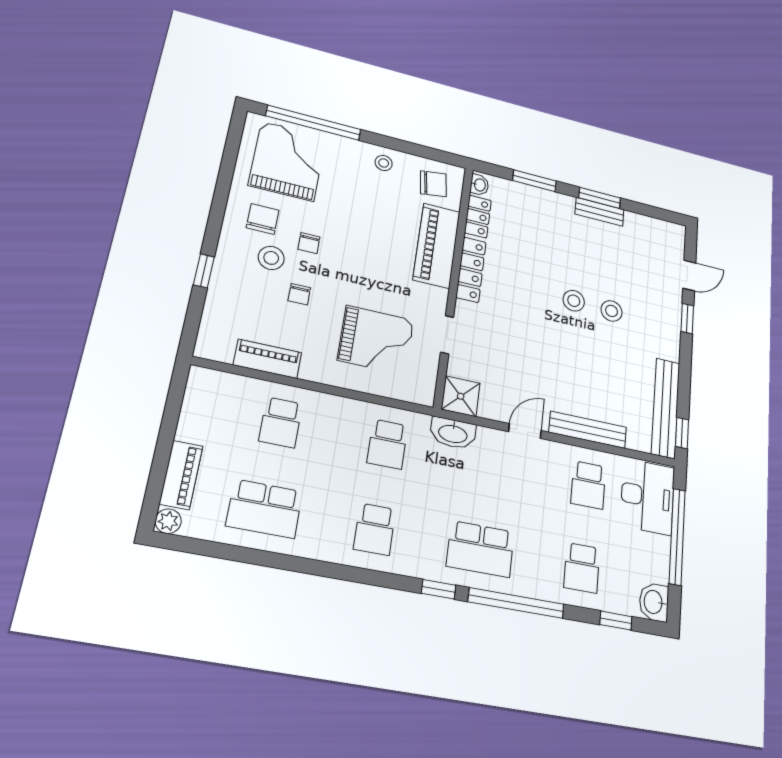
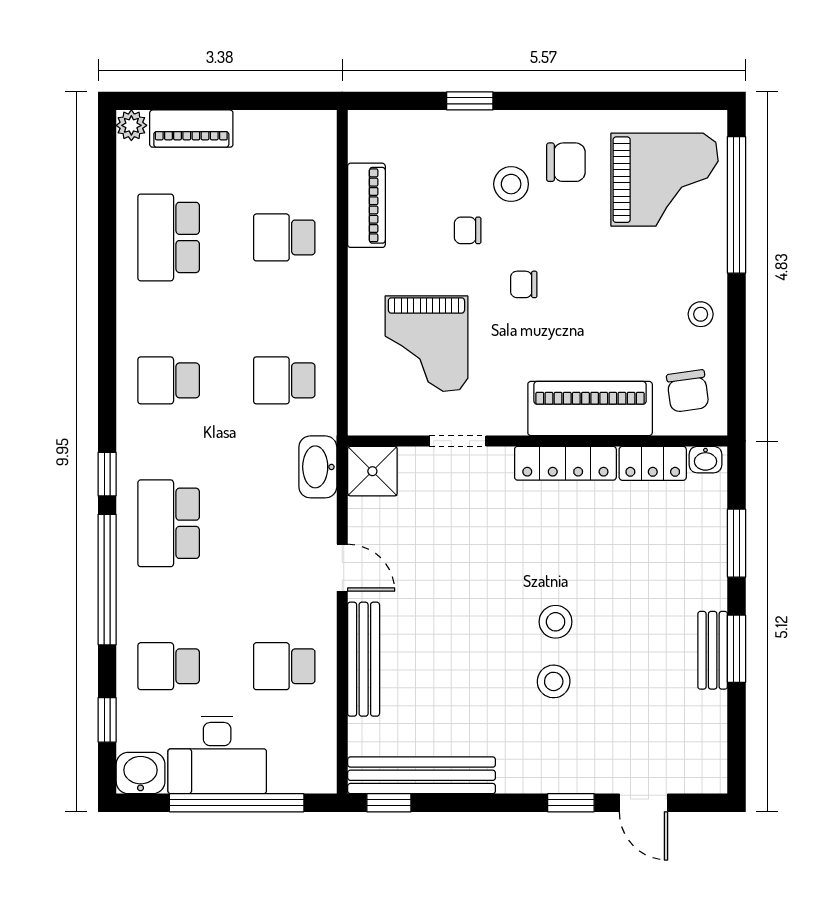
chair: (309, 243) -> (524, 284), moved
desk: (647, 497) -> (217, 755), moved

